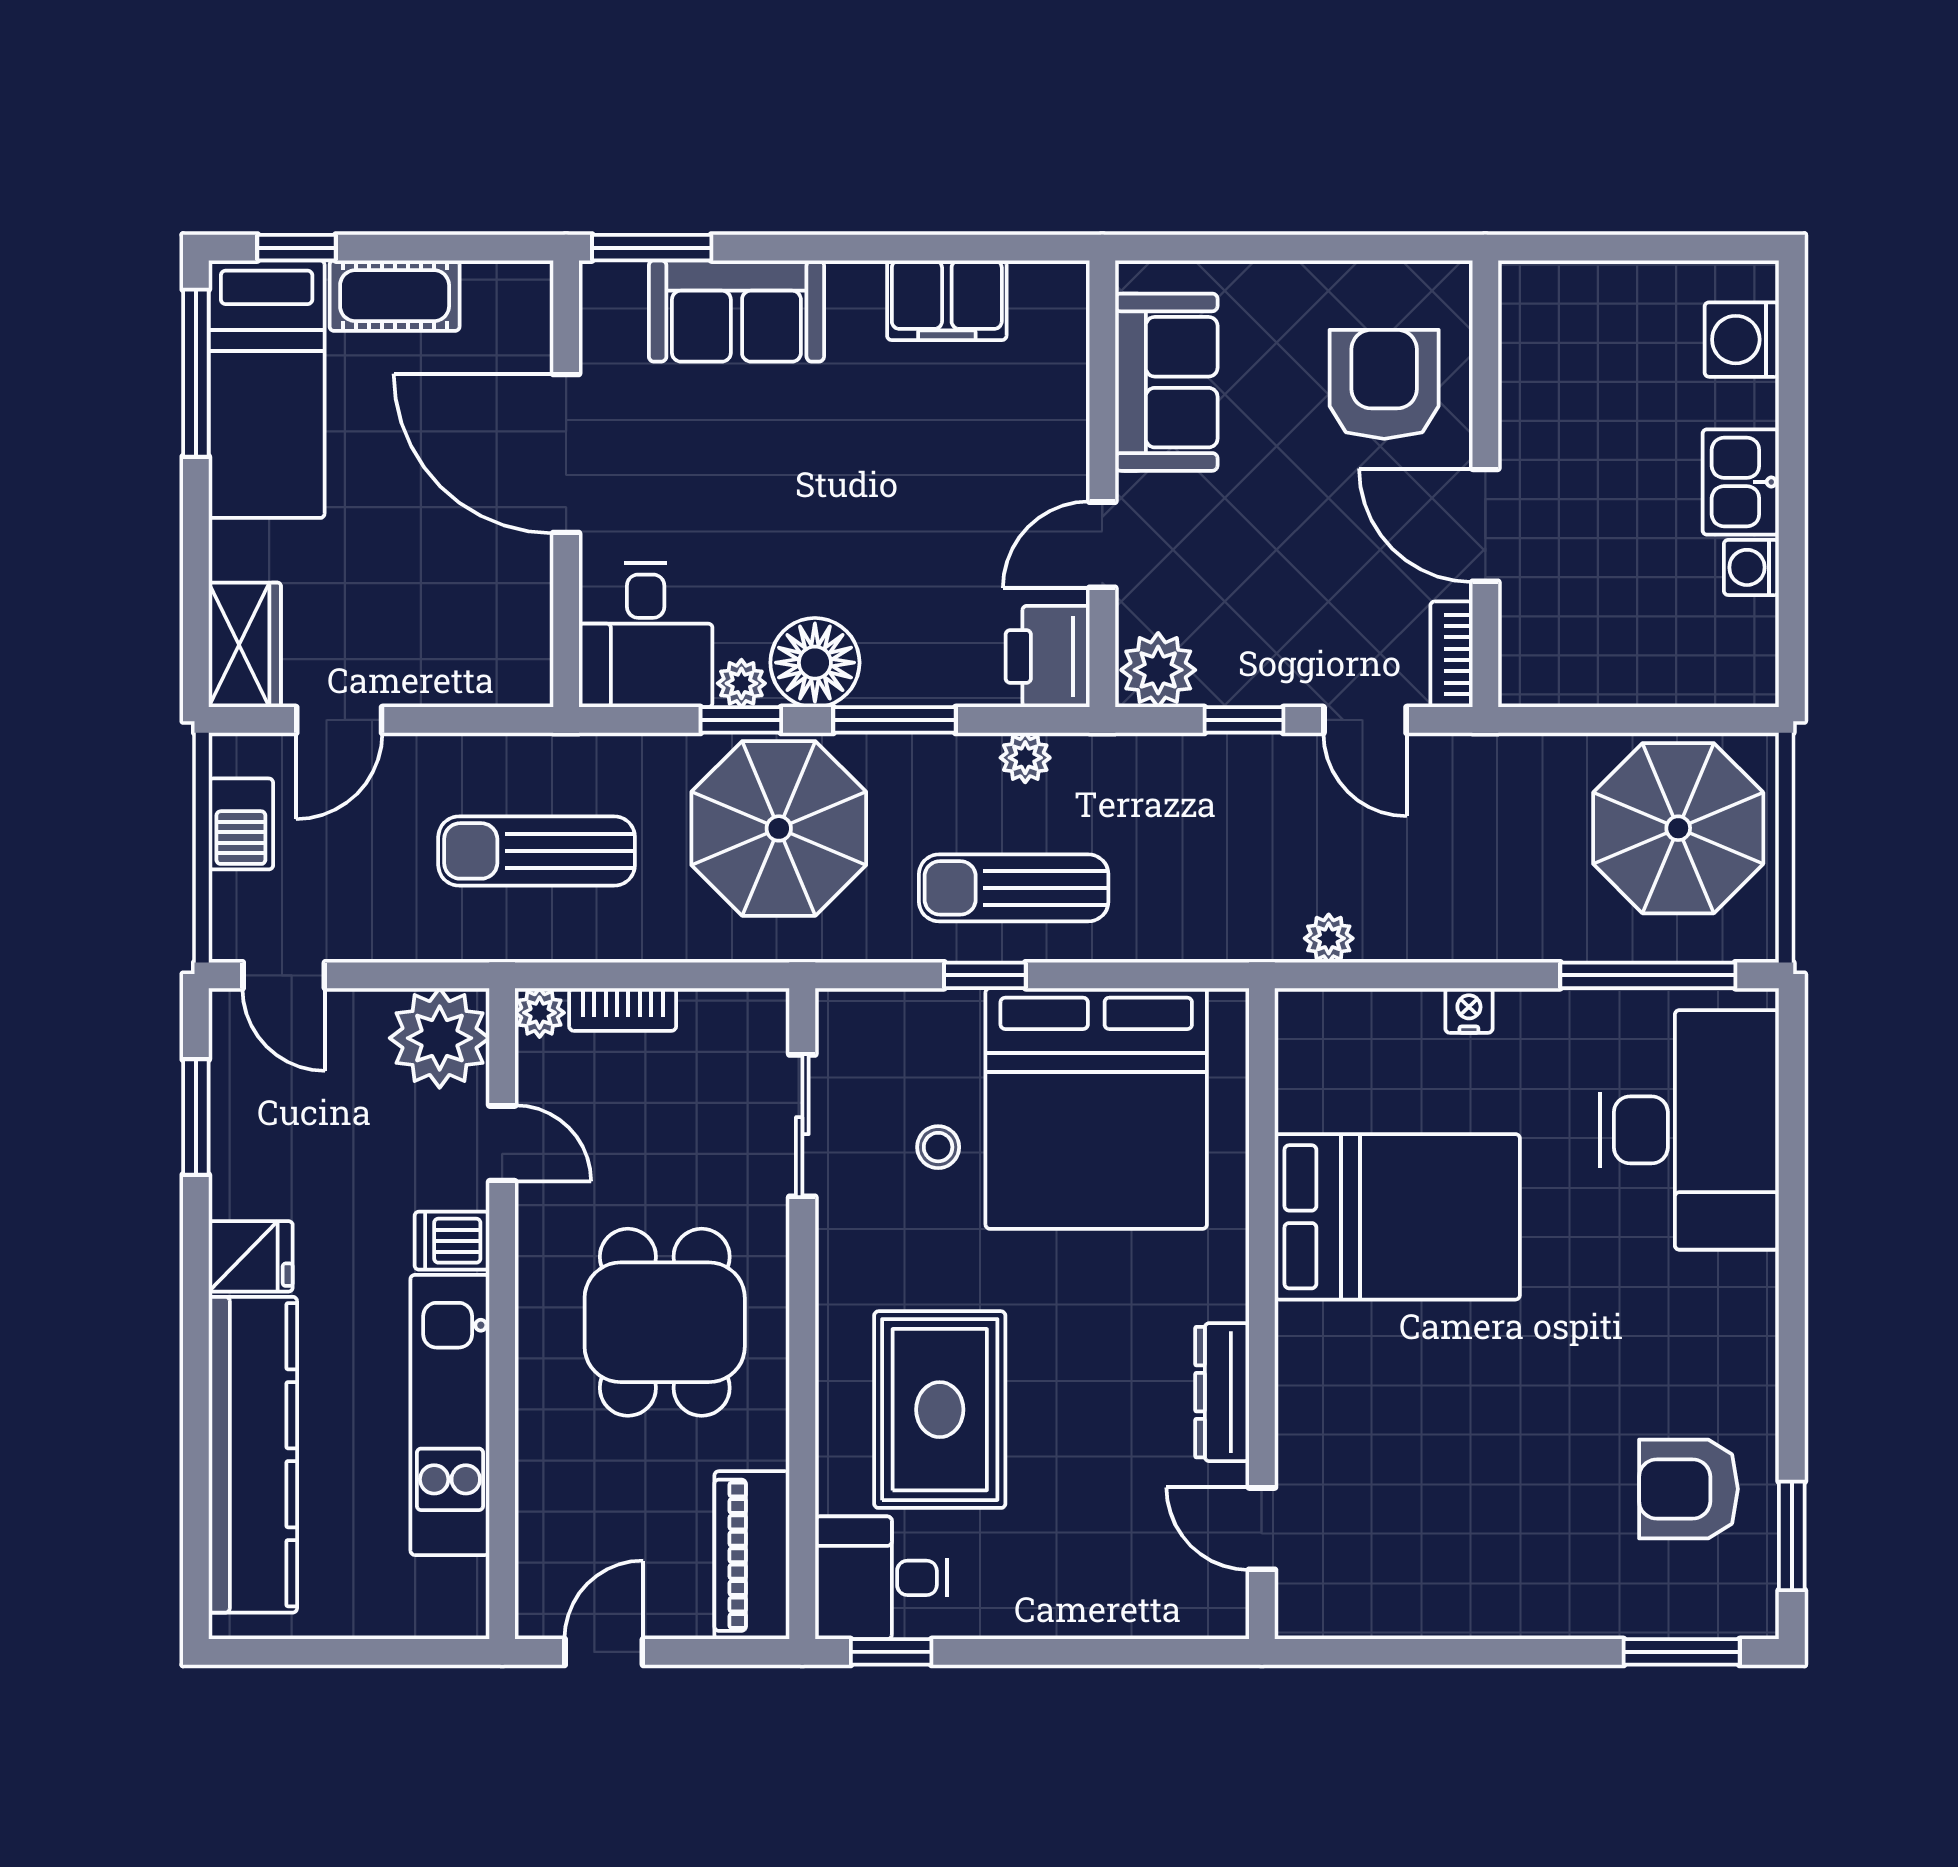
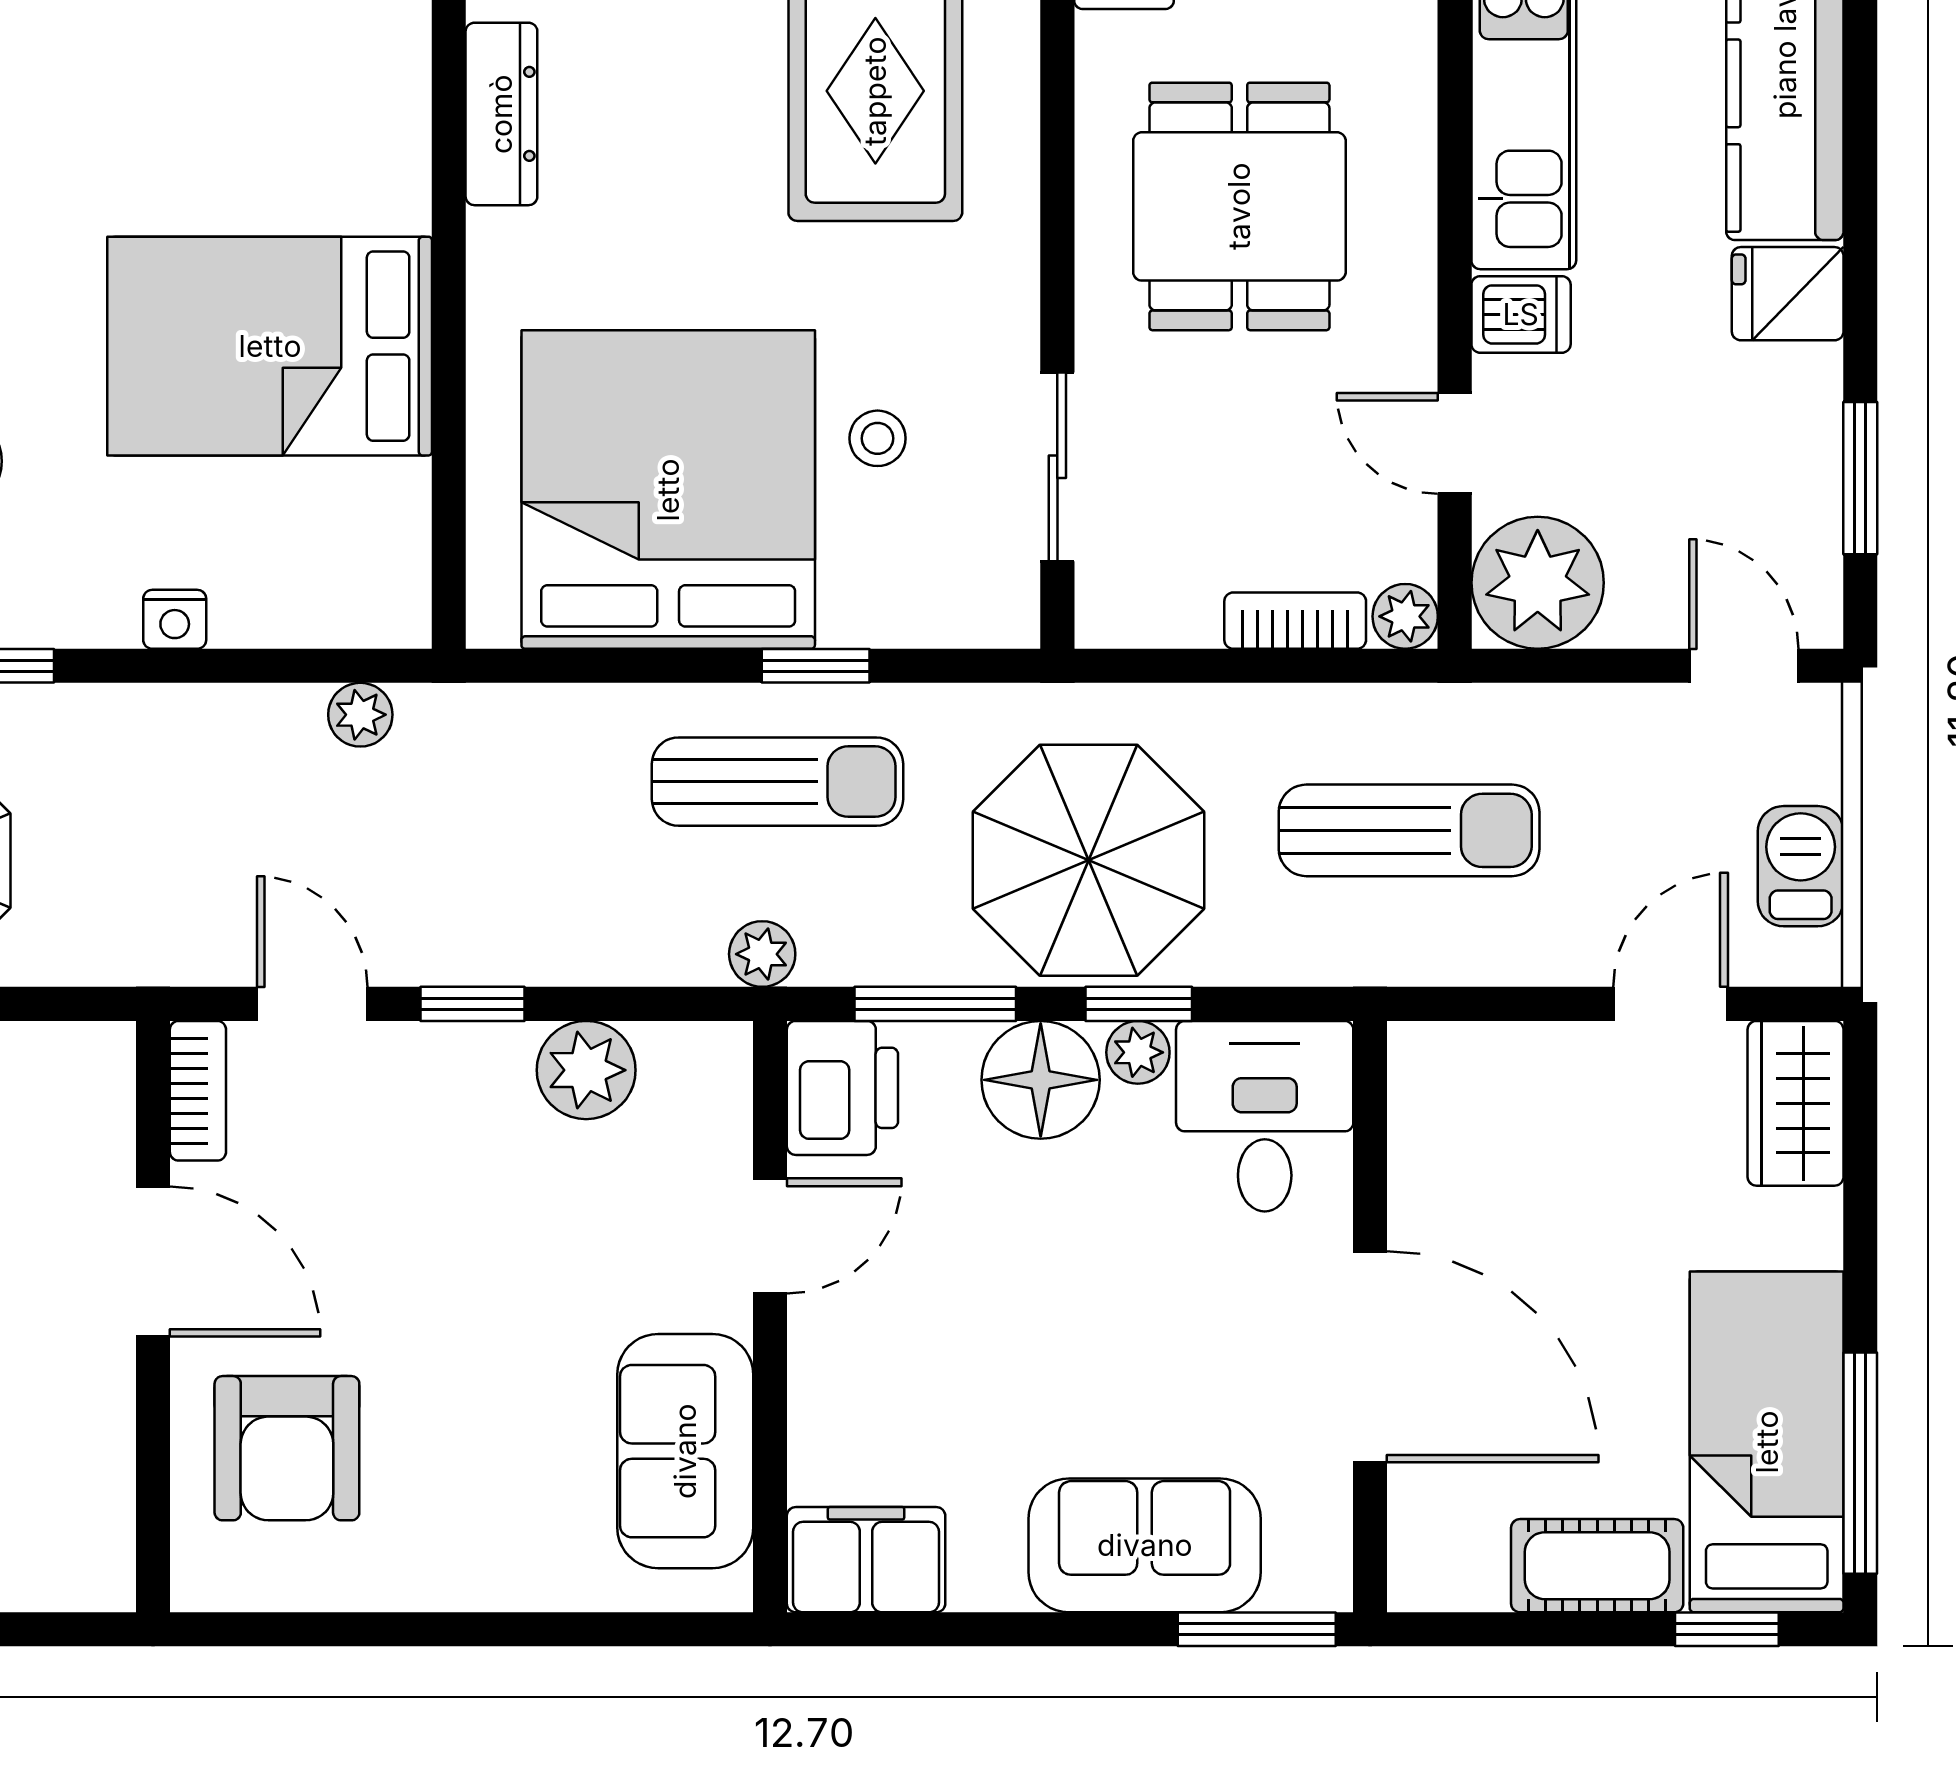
sofa: (1166, 382) -> (685, 1451), moved
wall: (1102, 484) -> (770, 1317), moved
door: (1102, 545) -> (770, 1236), moved
printer: (1048, 656) -> (842, 1088), moved

